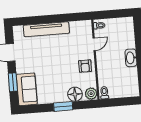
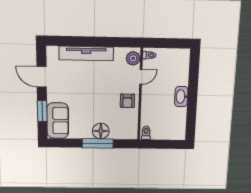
floor lamp: (75, 94) -> (101, 131), moved
plant: (91, 94) -> (133, 58), moved
window: (63, 106) -> (98, 143), width x1.44

